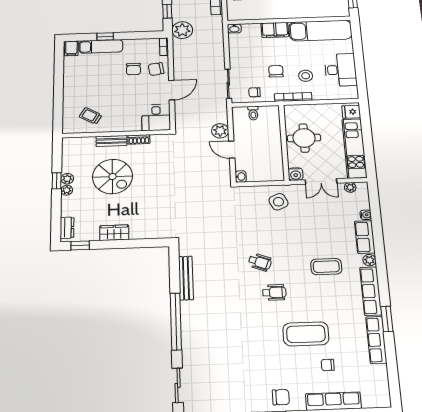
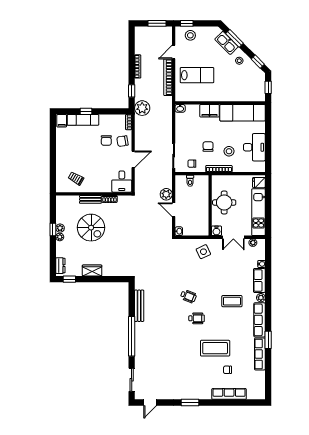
chair: (281, 397) -> (196, 390), removed

